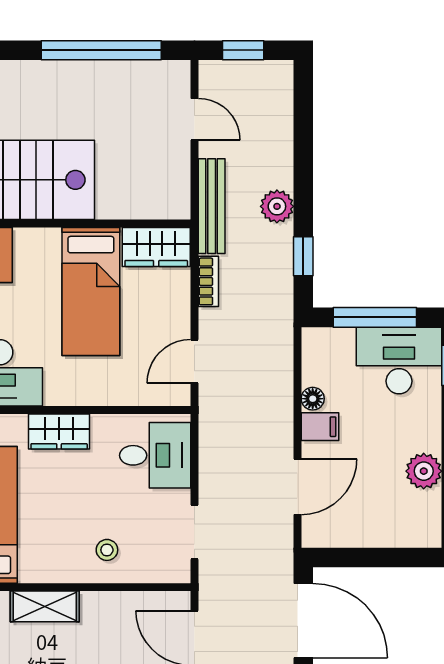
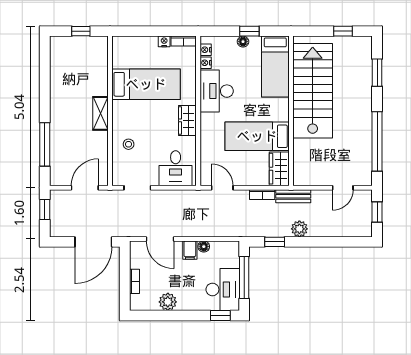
bench: (212, 206) -> (293, 196), width x0.73
bookcase: (383, 538) -> (135, 281), added

